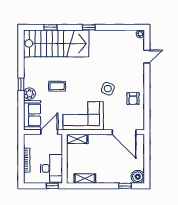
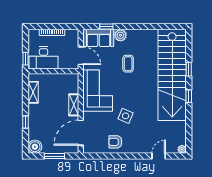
window: (50, 27) -> (189, 69), moved
stairs: (56, 43) -> (172, 75), width x1.36
door: (147, 57) -> (159, 156), swing flipped
window: (21, 84) -> (106, 27), moved
shelving: (77, 139) -> (74, 105), moved
window: (147, 158) -> (54, 156), added
window: (125, 186) -> (26, 122), moved

